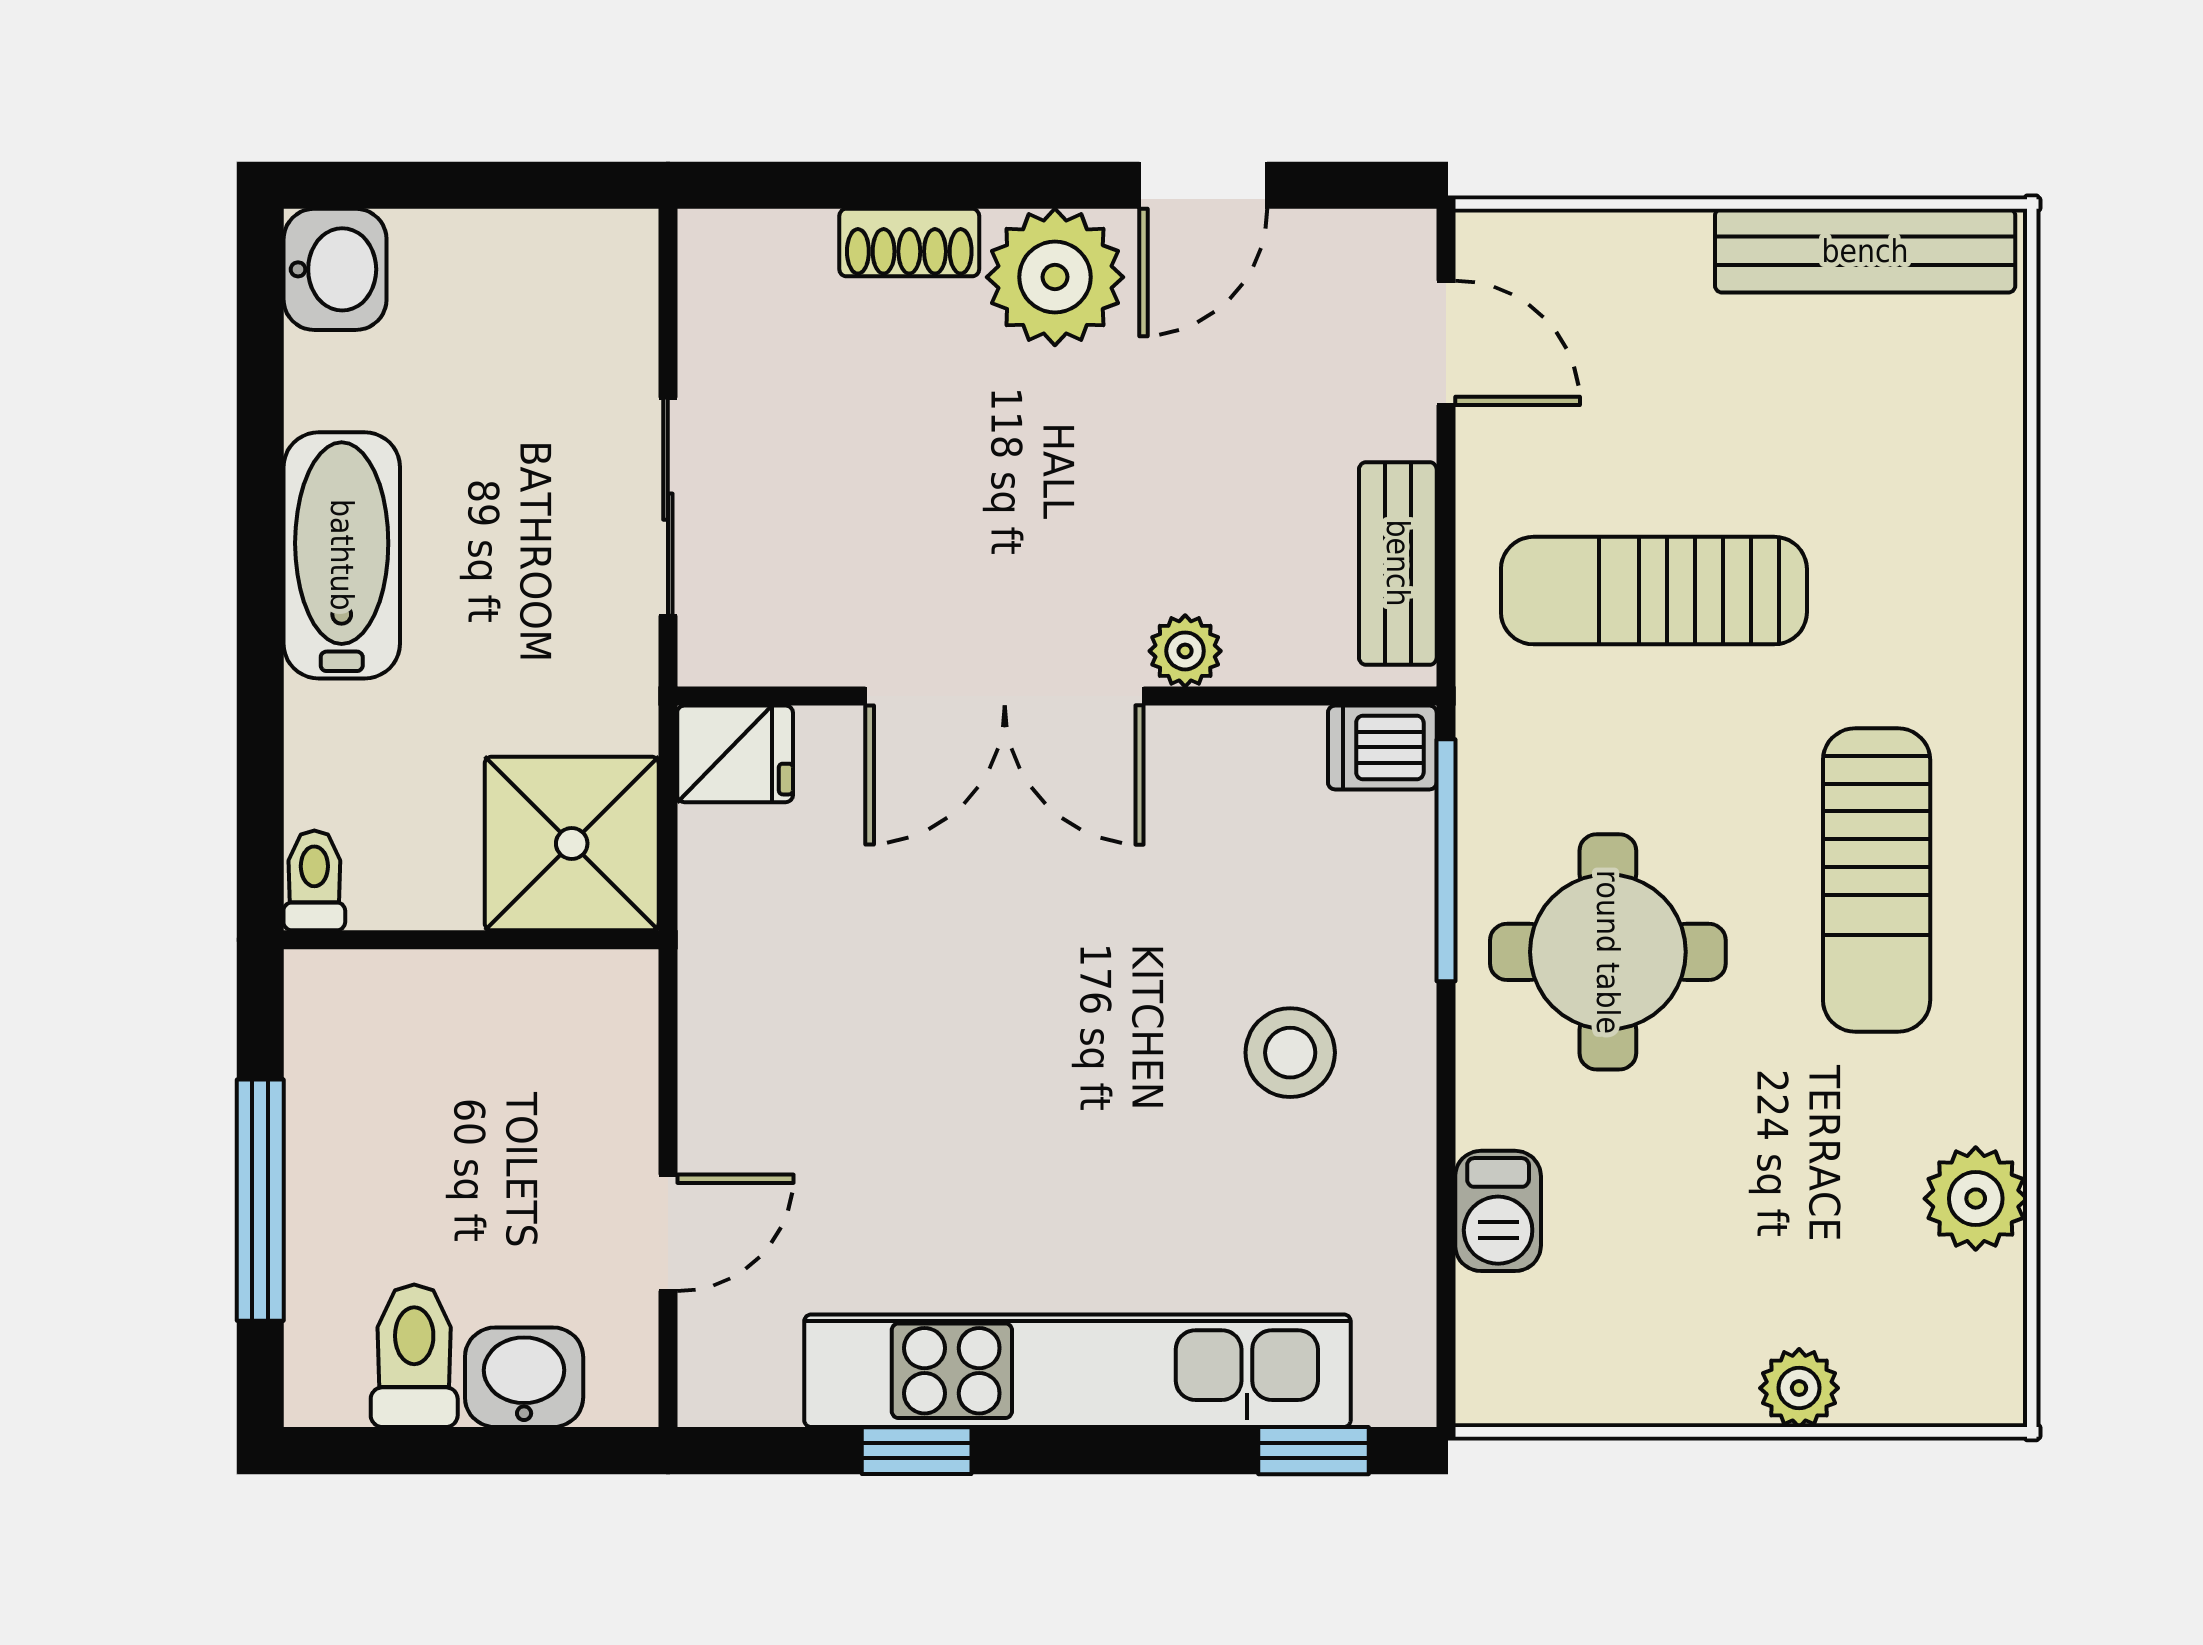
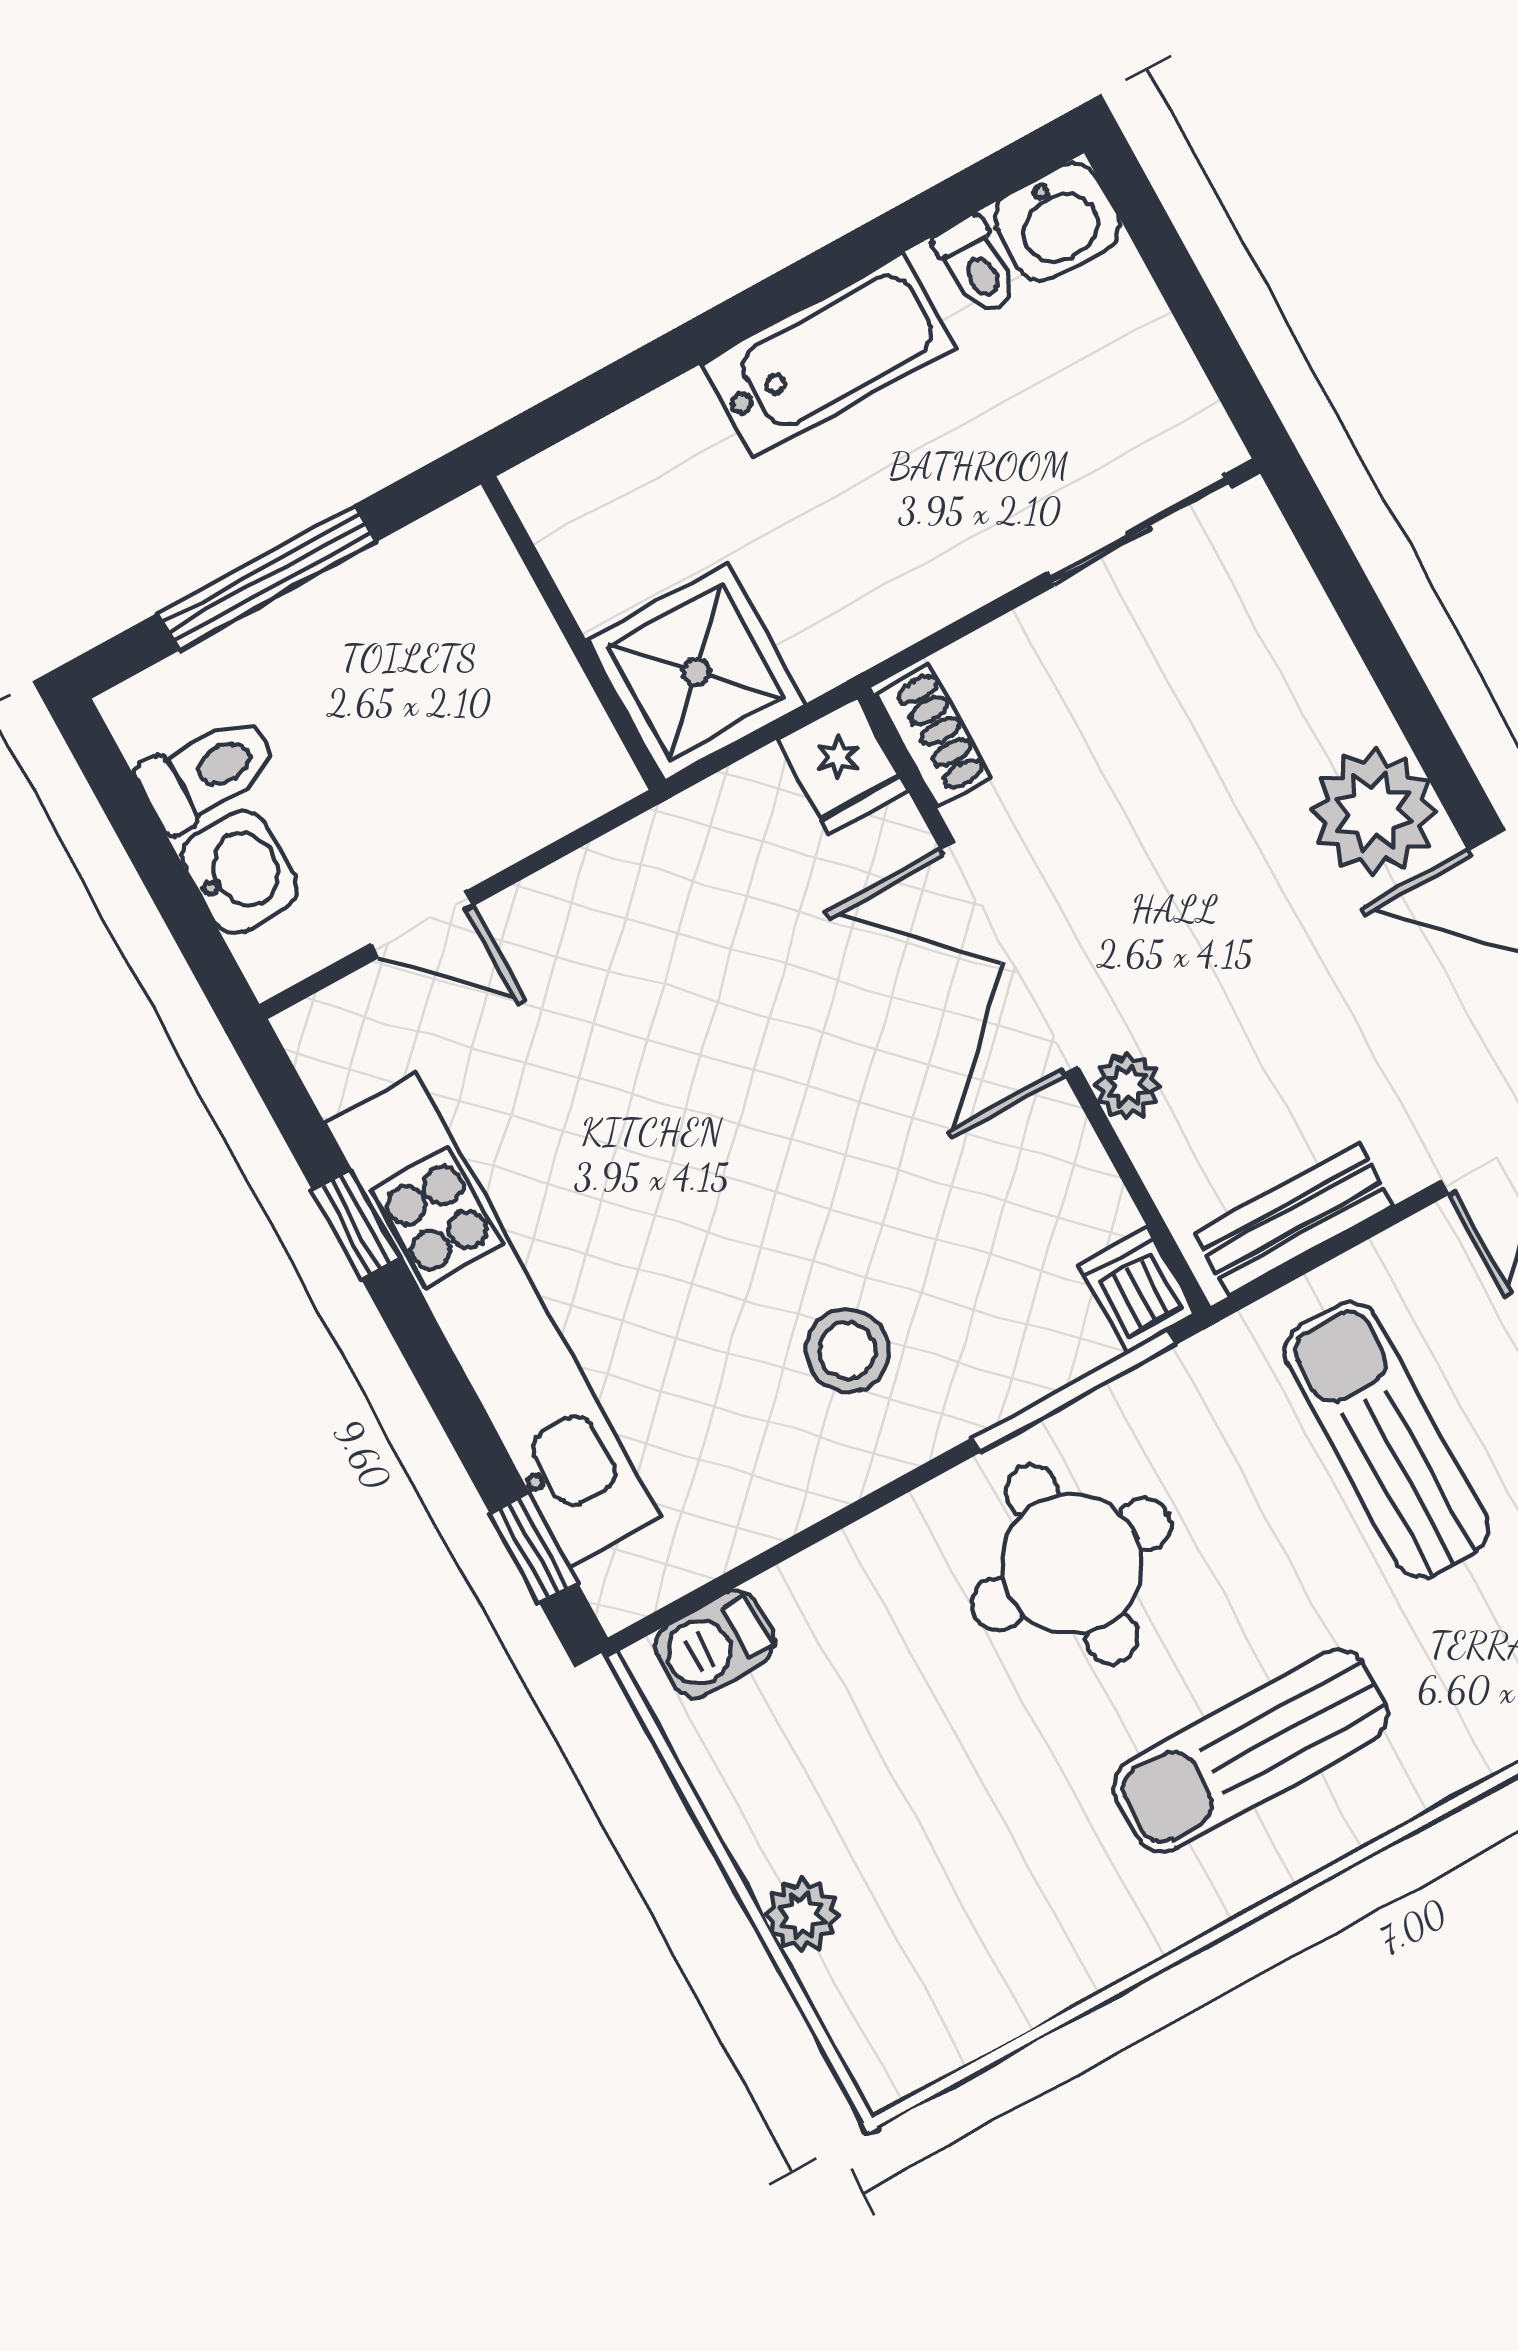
shoe rack: (909, 243) -> (933, 736), moved, turned 180
sliding door: (668, 507) -> (1139, 530), moved
toilet: (314, 880) -> (976, 265), moved, turned 90
plant: (1976, 1199) -> (1035, 1974), removed
barbecue: (1498, 1211) -> (715, 1644), moved

